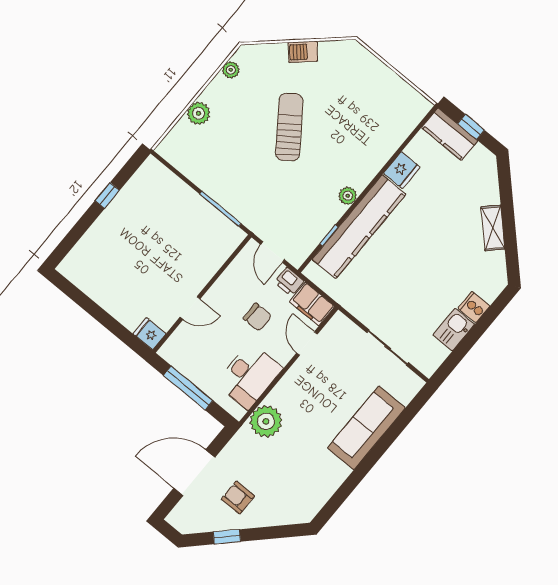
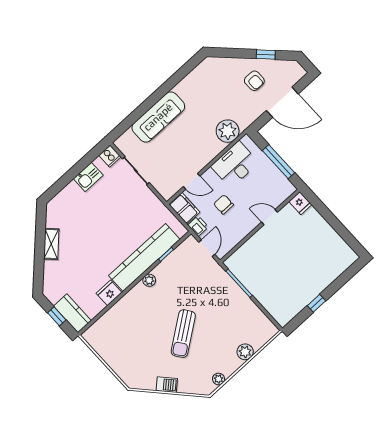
cooker: (474, 307) -> (110, 156), moved
door: (307, 344) -> (192, 181), hinge flipped

